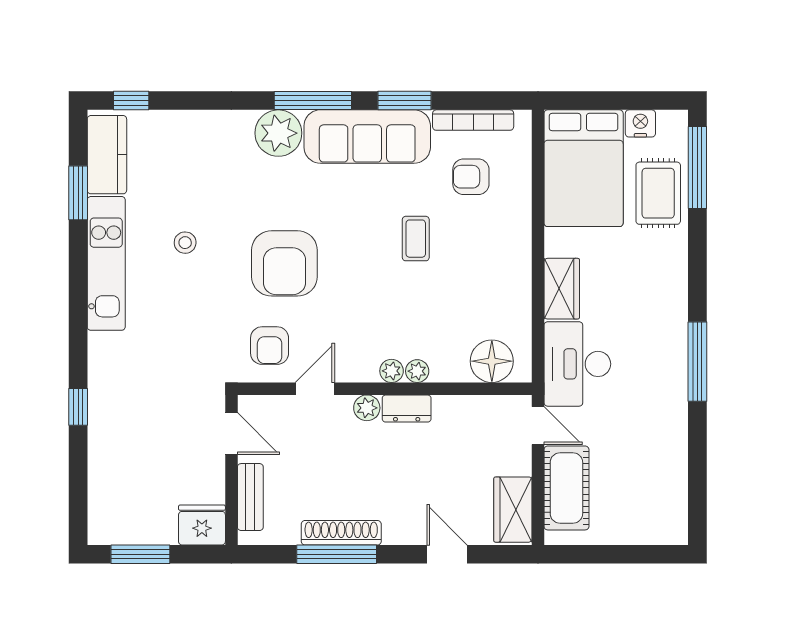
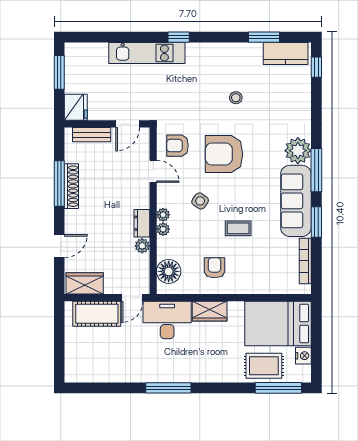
armchair: (471, 177) -> (214, 268), moved
kitchen unit: (106, 263) -> (147, 53), moved
side table: (367, 306) -> (200, 201), added
window: (78, 407) -> (179, 37), moved
plant: (367, 408) -> (142, 246), moved

